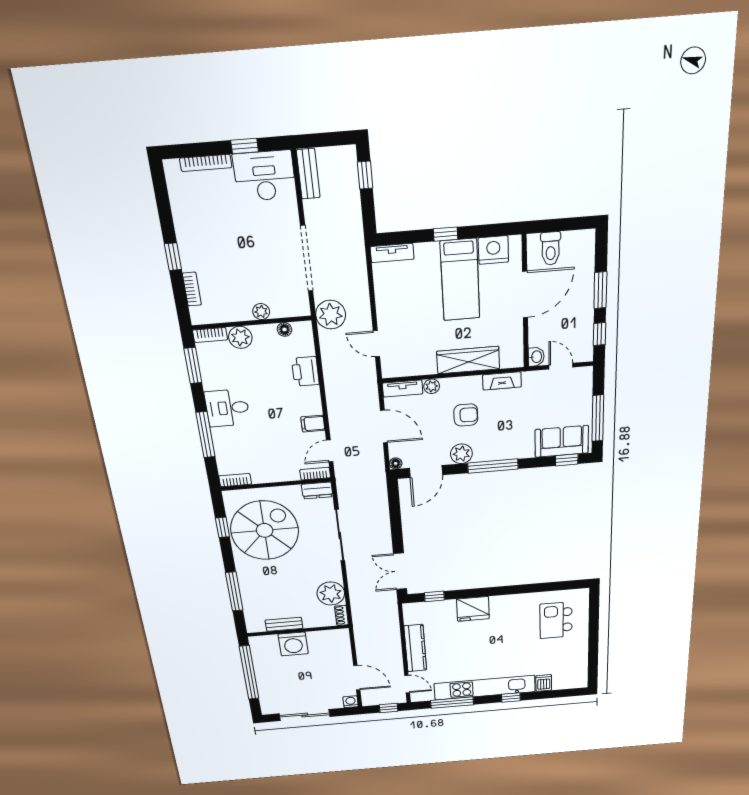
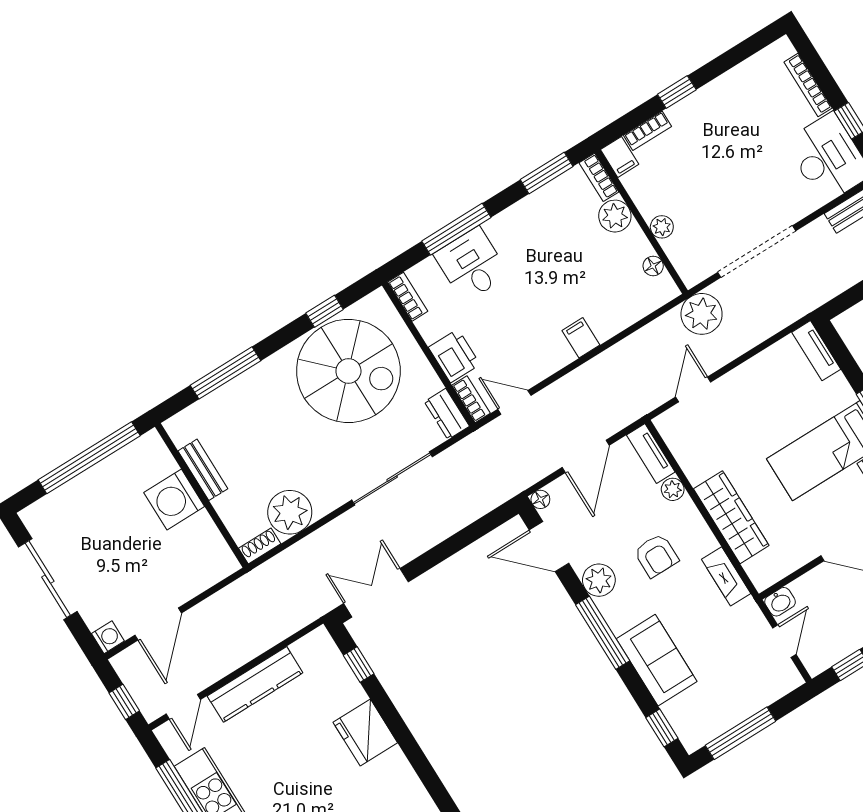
filing cabinet: (202, 316) -> (620, 157), added
printer: (305, 371) -> (454, 356), moved, turned 90
desk: (227, 408) -> (471, 265), moved
filing cabinet: (313, 424) -> (581, 338), moved
sofa: (562, 441) -> (657, 660), moved

